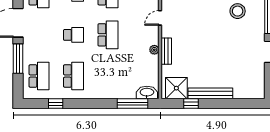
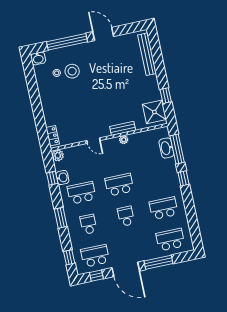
washbasin: (147, 93) -> (166, 148), moved
bench: (210, 93) -> (147, 54), moved
window: (56, 104) -> (183, 178), moved

